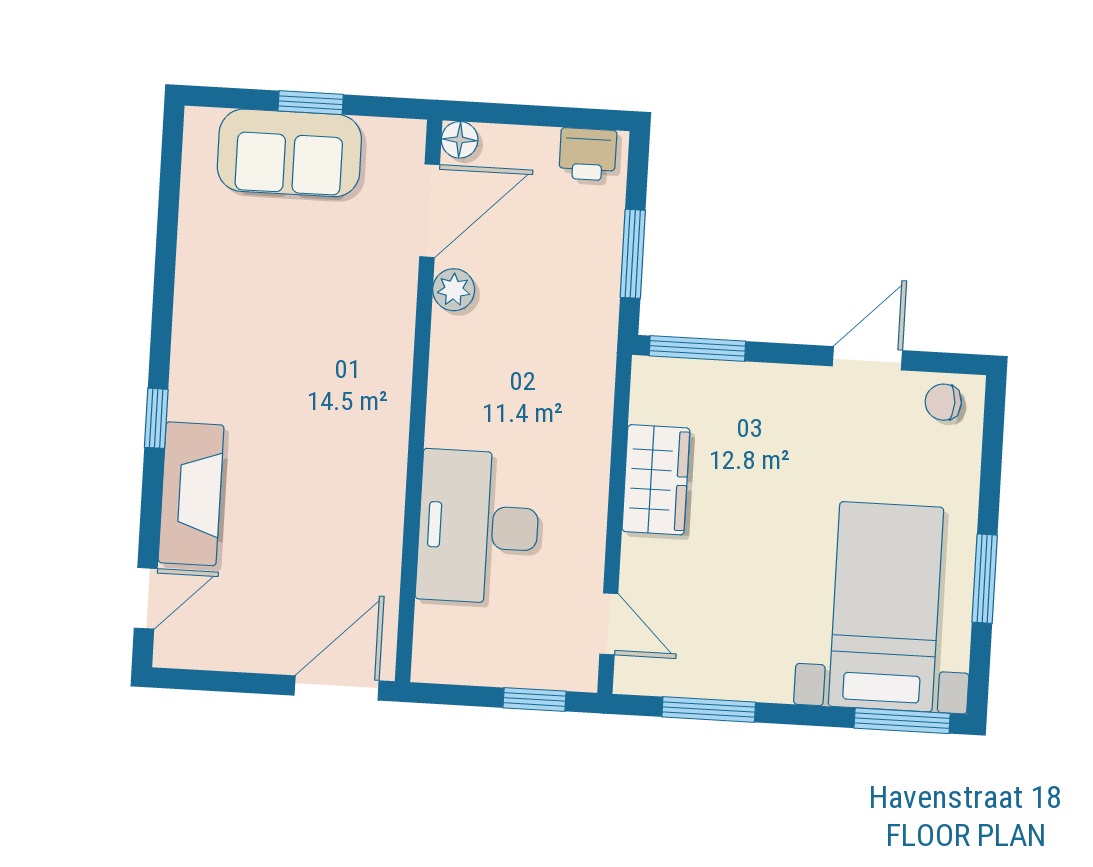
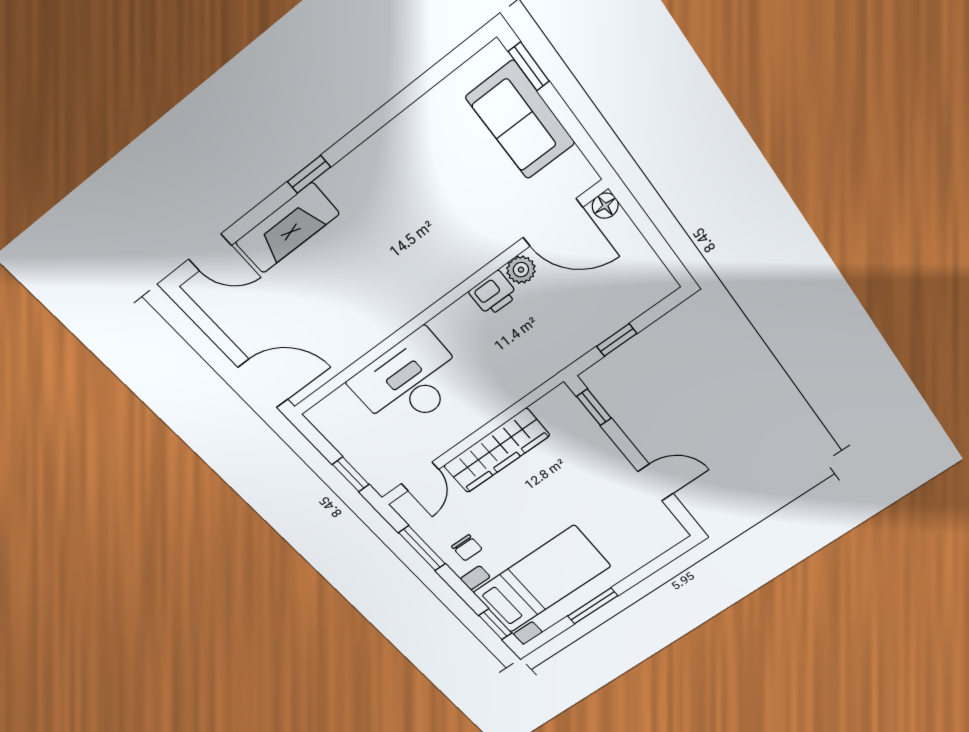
window: (311, 103) -> (529, 66), moved
printer: (588, 154) -> (493, 293), moved, turned -90
window: (633, 254) -> (617, 340), width x0.67
window: (697, 348) -> (594, 407), width x0.67
chair: (943, 402) -> (467, 548), moved, turned 180
wardrobe: (656, 480) -> (497, 451), width x1.50
window: (902, 721) -> (495, 624), width x0.67

